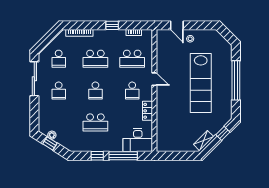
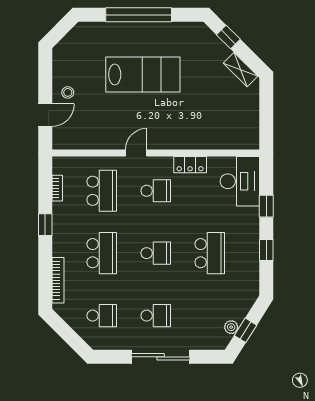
sliding door: (34, 79) -> (161, 357), moved
lab bench: (201, 83) -> (143, 74), width x0.73
window: (123, 156) -> (266, 206), width x0.46

